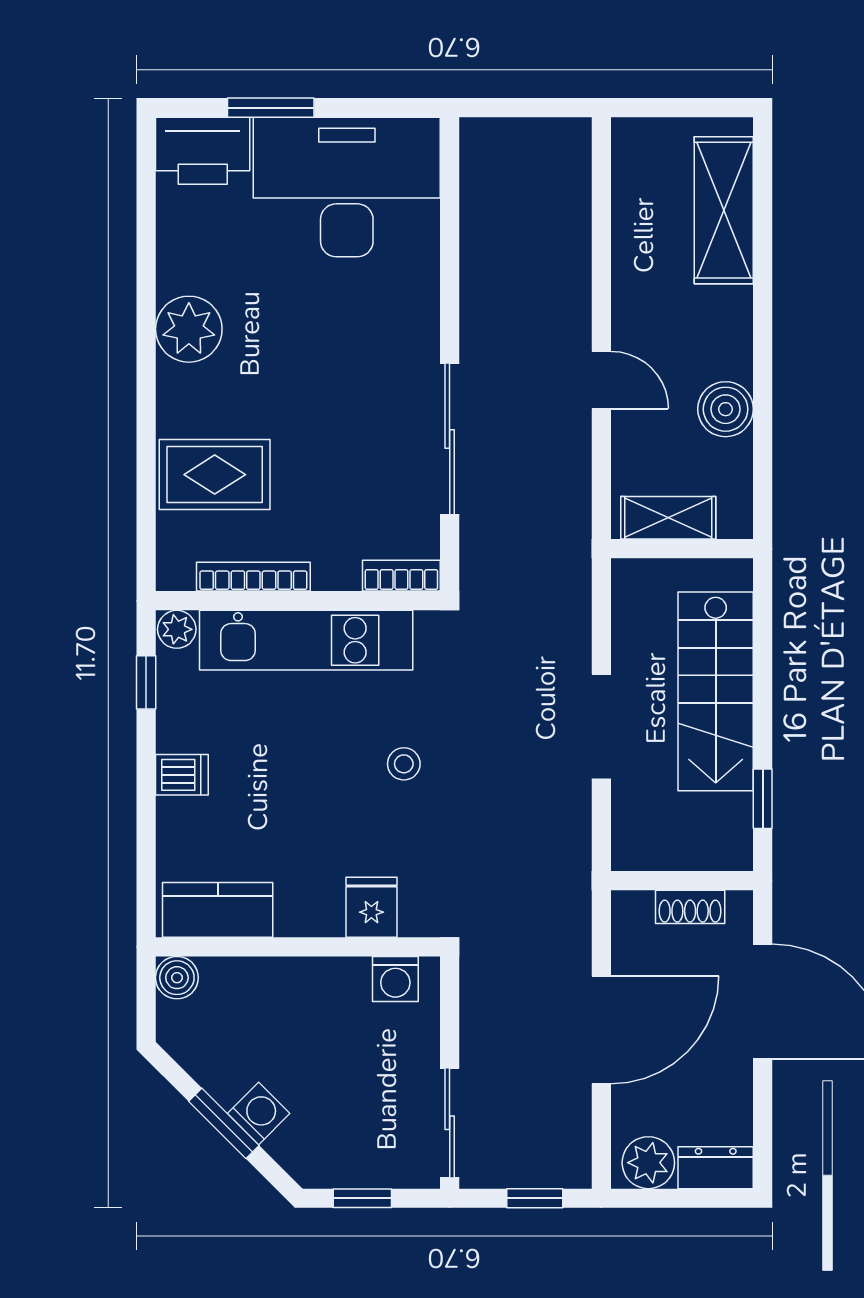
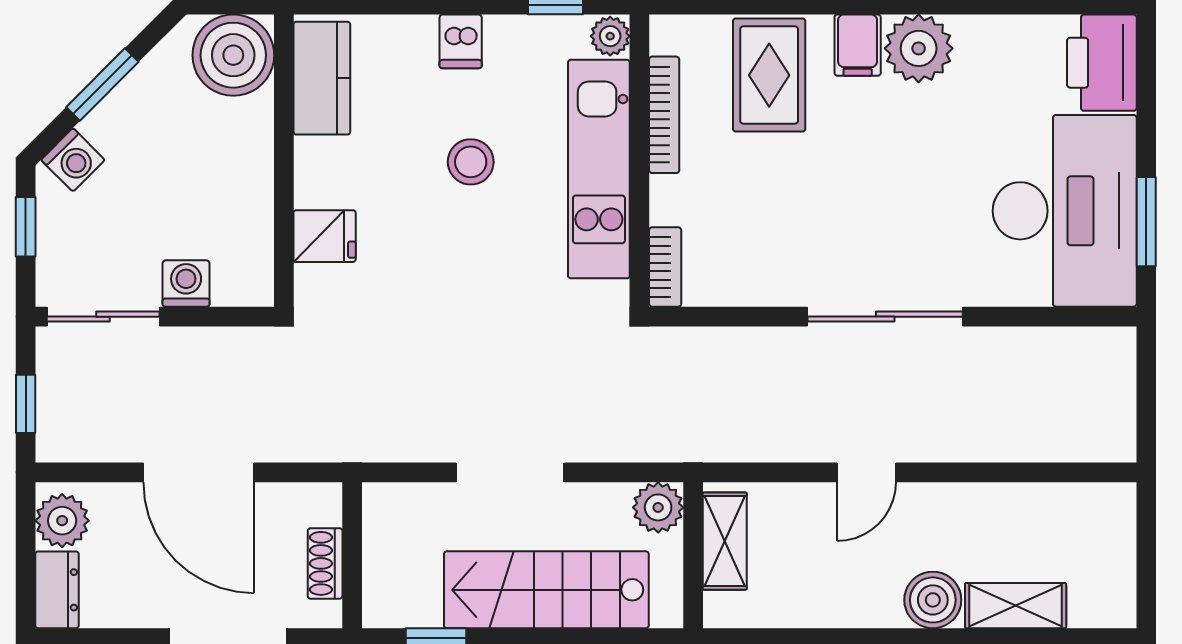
window: (271, 108) -> (1146, 222), moved
shelving: (724, 210) -> (1016, 606), width x0.67, depth x0.75
filing cabinet: (186, 388) -> (858, 45), added
boiler: (726, 409) -> (933, 600), moved
sliding door: (450, 439) -> (885, 317), moved
plant: (636, 583) -> (658, 507), added
stool: (404, 764) -> (471, 162), moved, width x1.37, depth x1.37
boiler: (177, 978) -> (233, 55), width x1.86, depth x1.86
washing machine: (395, 979) -> (186, 283), moved, turned 90
washing machine: (259, 1113) -> (73, 160), moved

